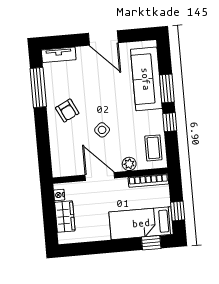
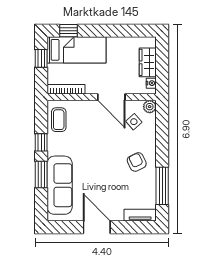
side table: (102, 130) -> (134, 122), moved
plant: (129, 164) -> (150, 107), moved

